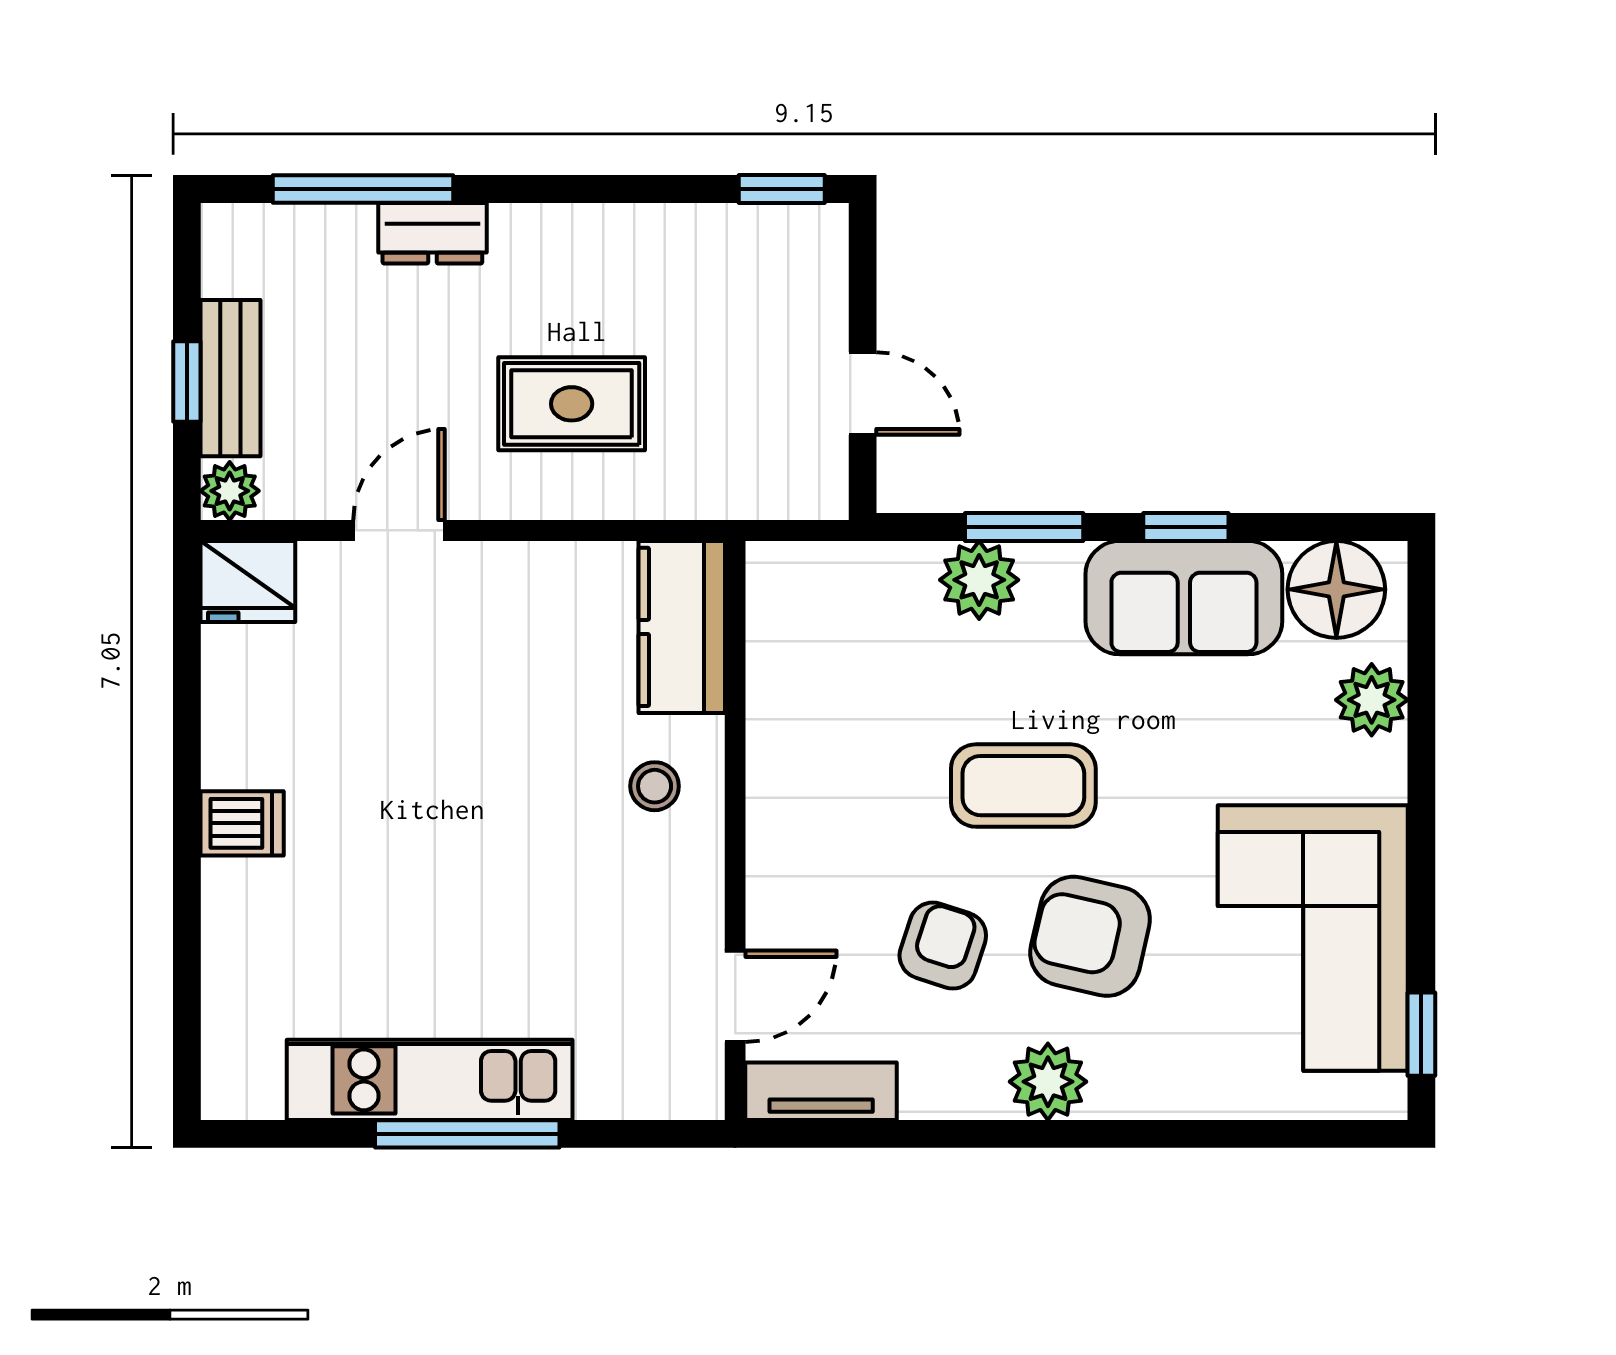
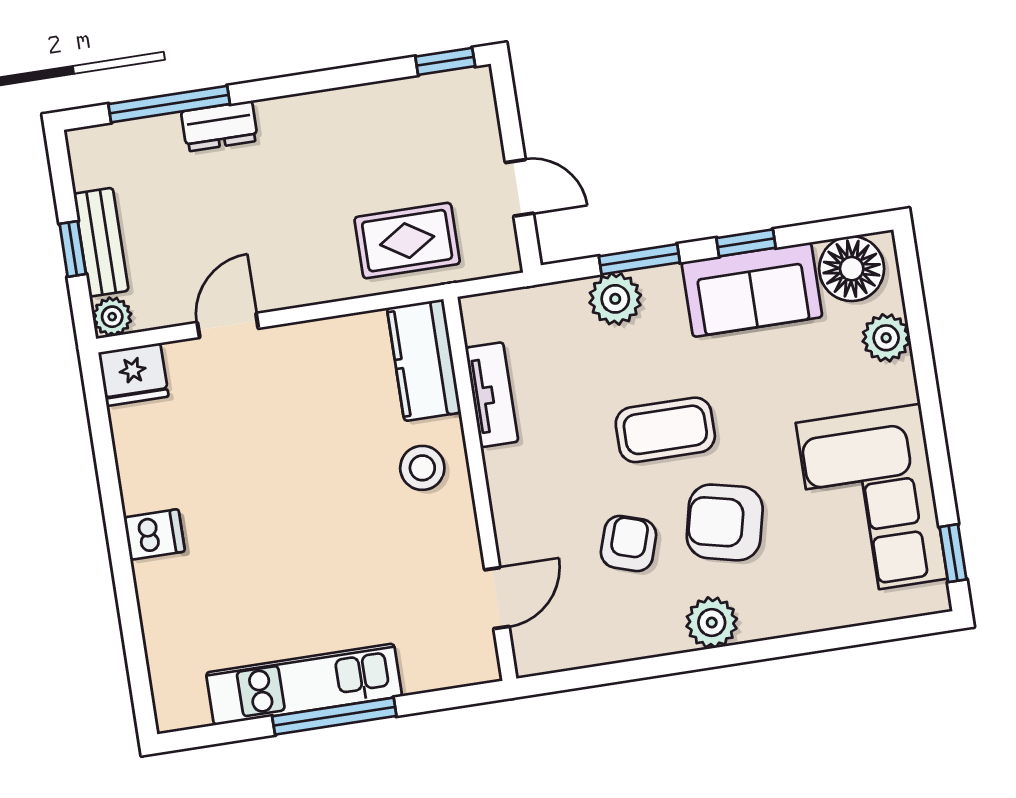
rug: (572, 404) -> (407, 241), moved
stool: (655, 786) -> (422, 468), width x1.37, depth x1.37
tv unit: (821, 1091) -> (492, 395), moved, turned 90

